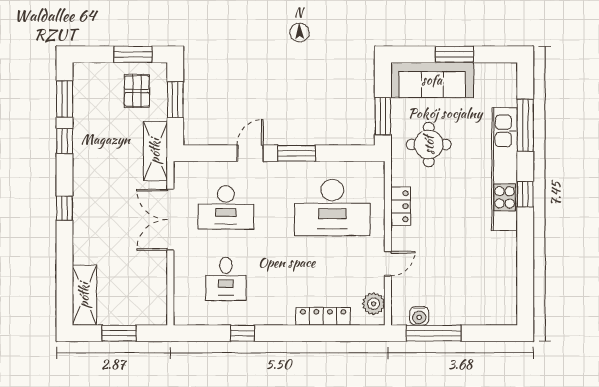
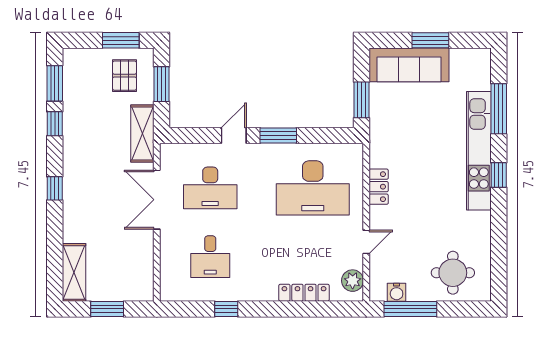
round table: (429, 145) -> (453, 273), moved

